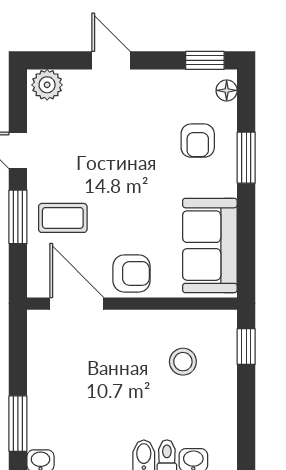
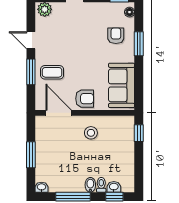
armchair: (198, 141) -> (116, 36), turned 180
stool: (183, 362) -> (91, 133), moved
window: (18, 424) -> (31, 155), moved

